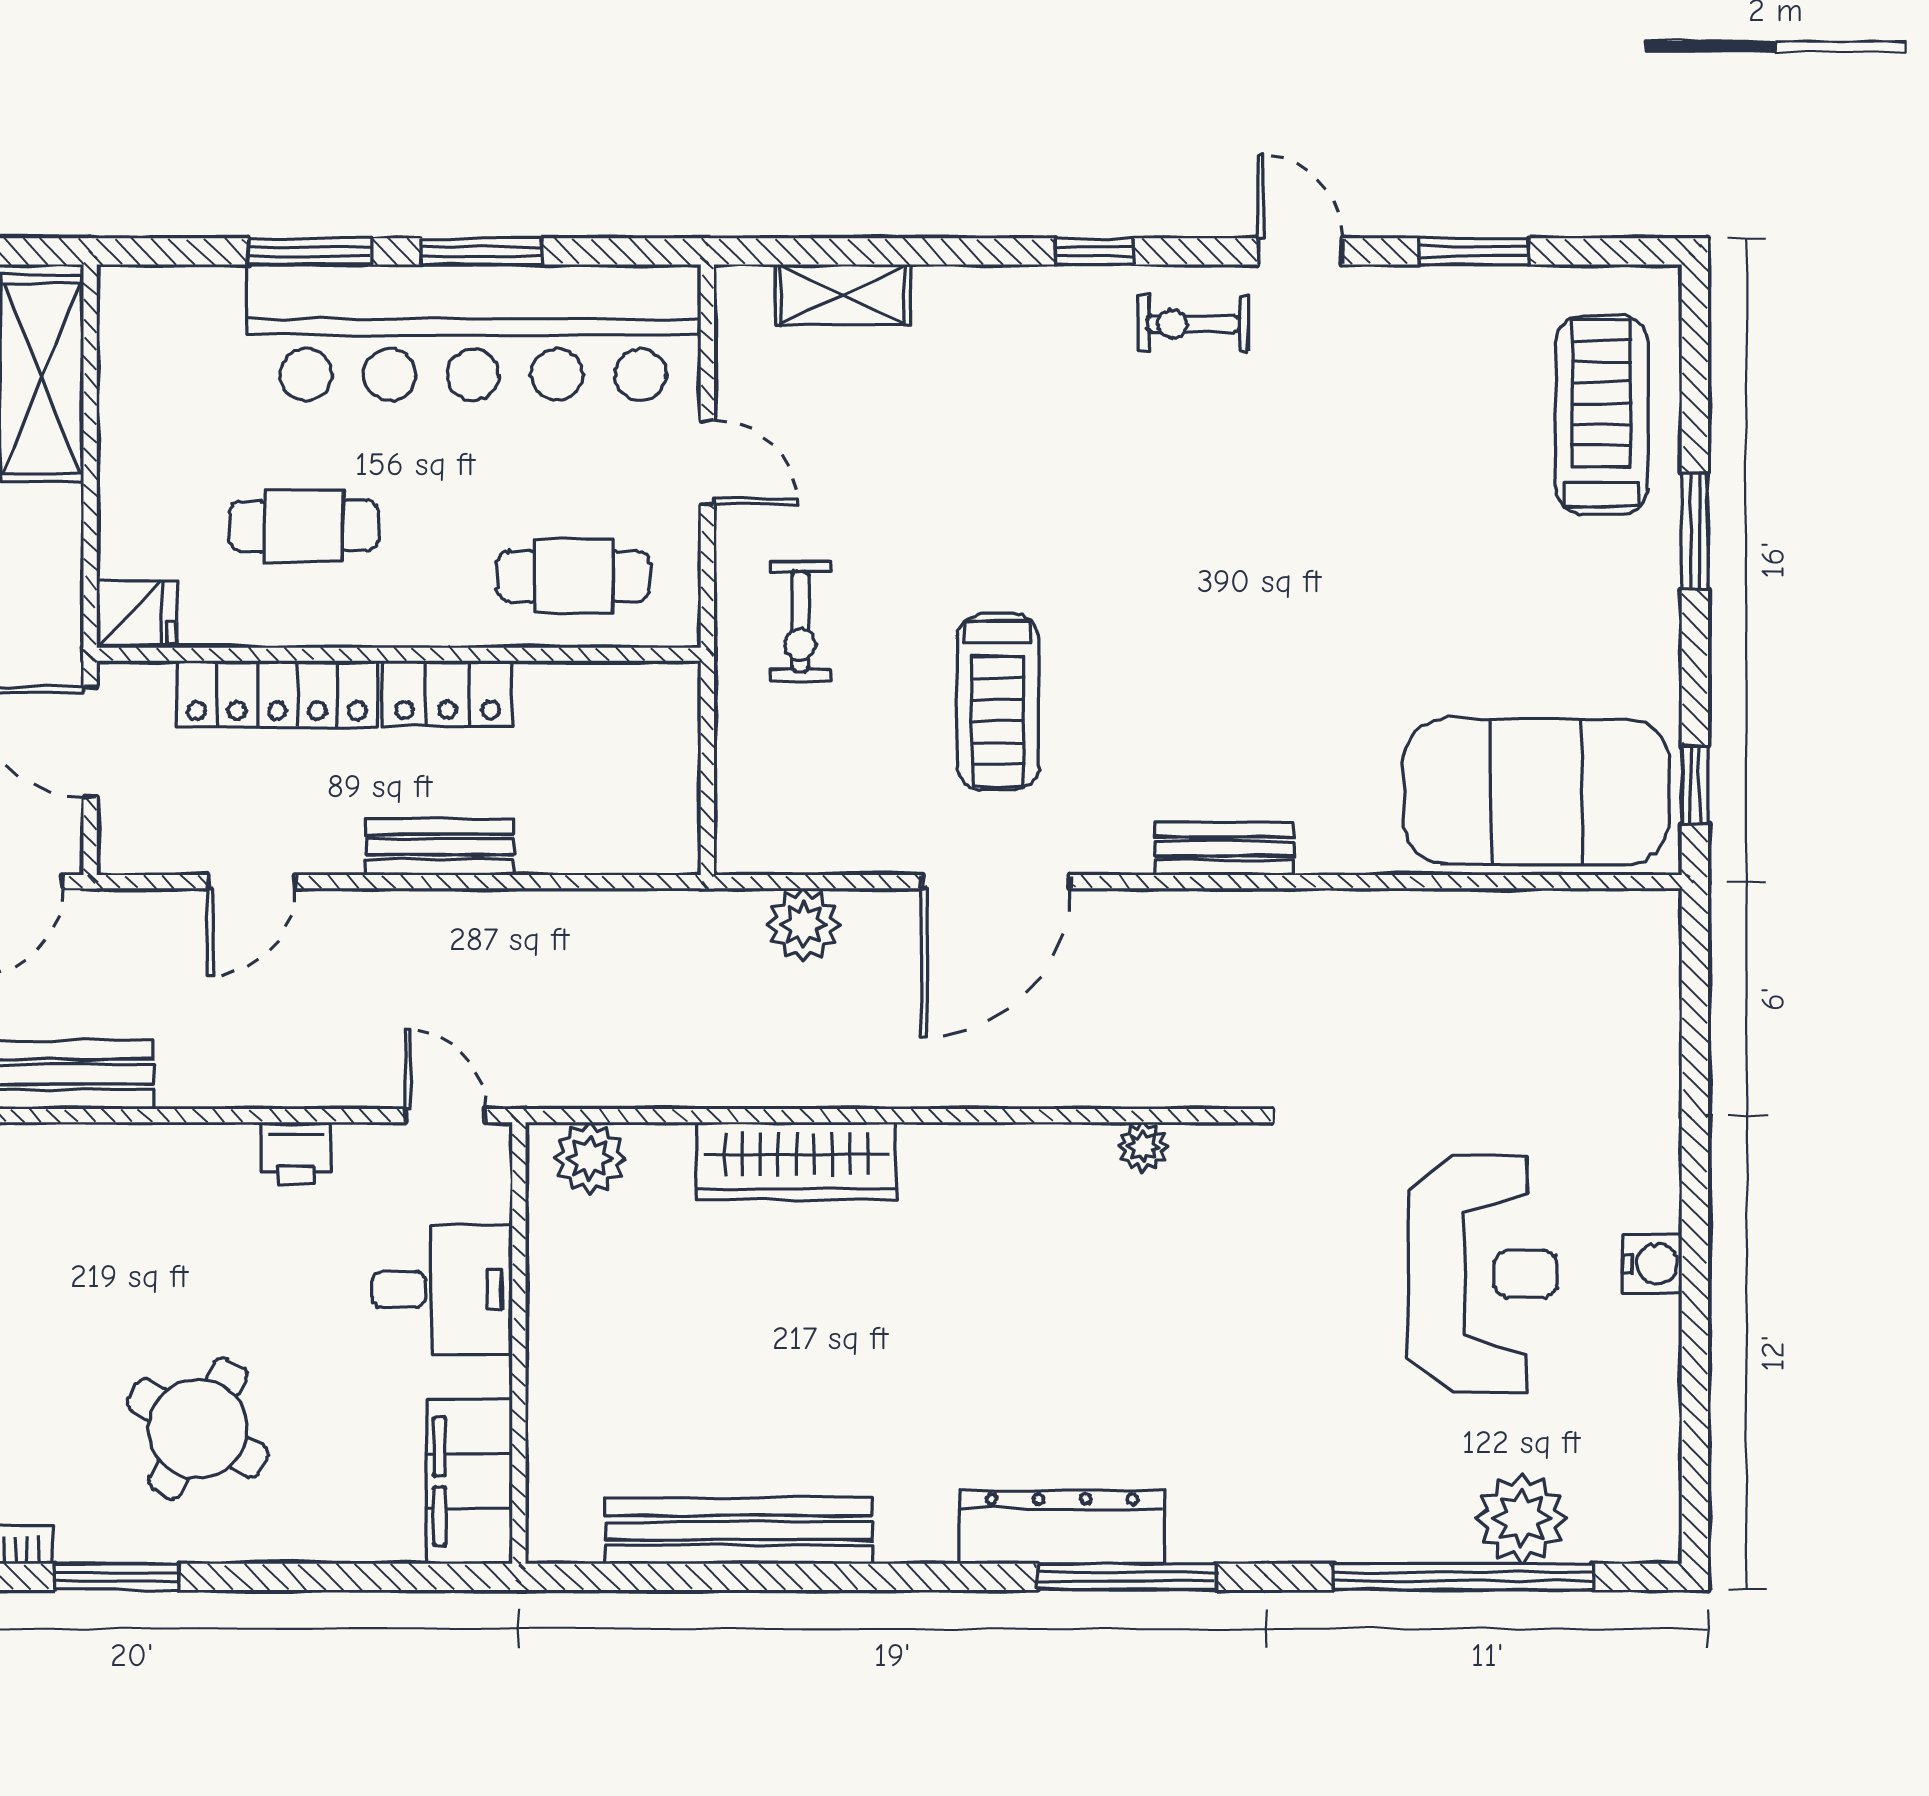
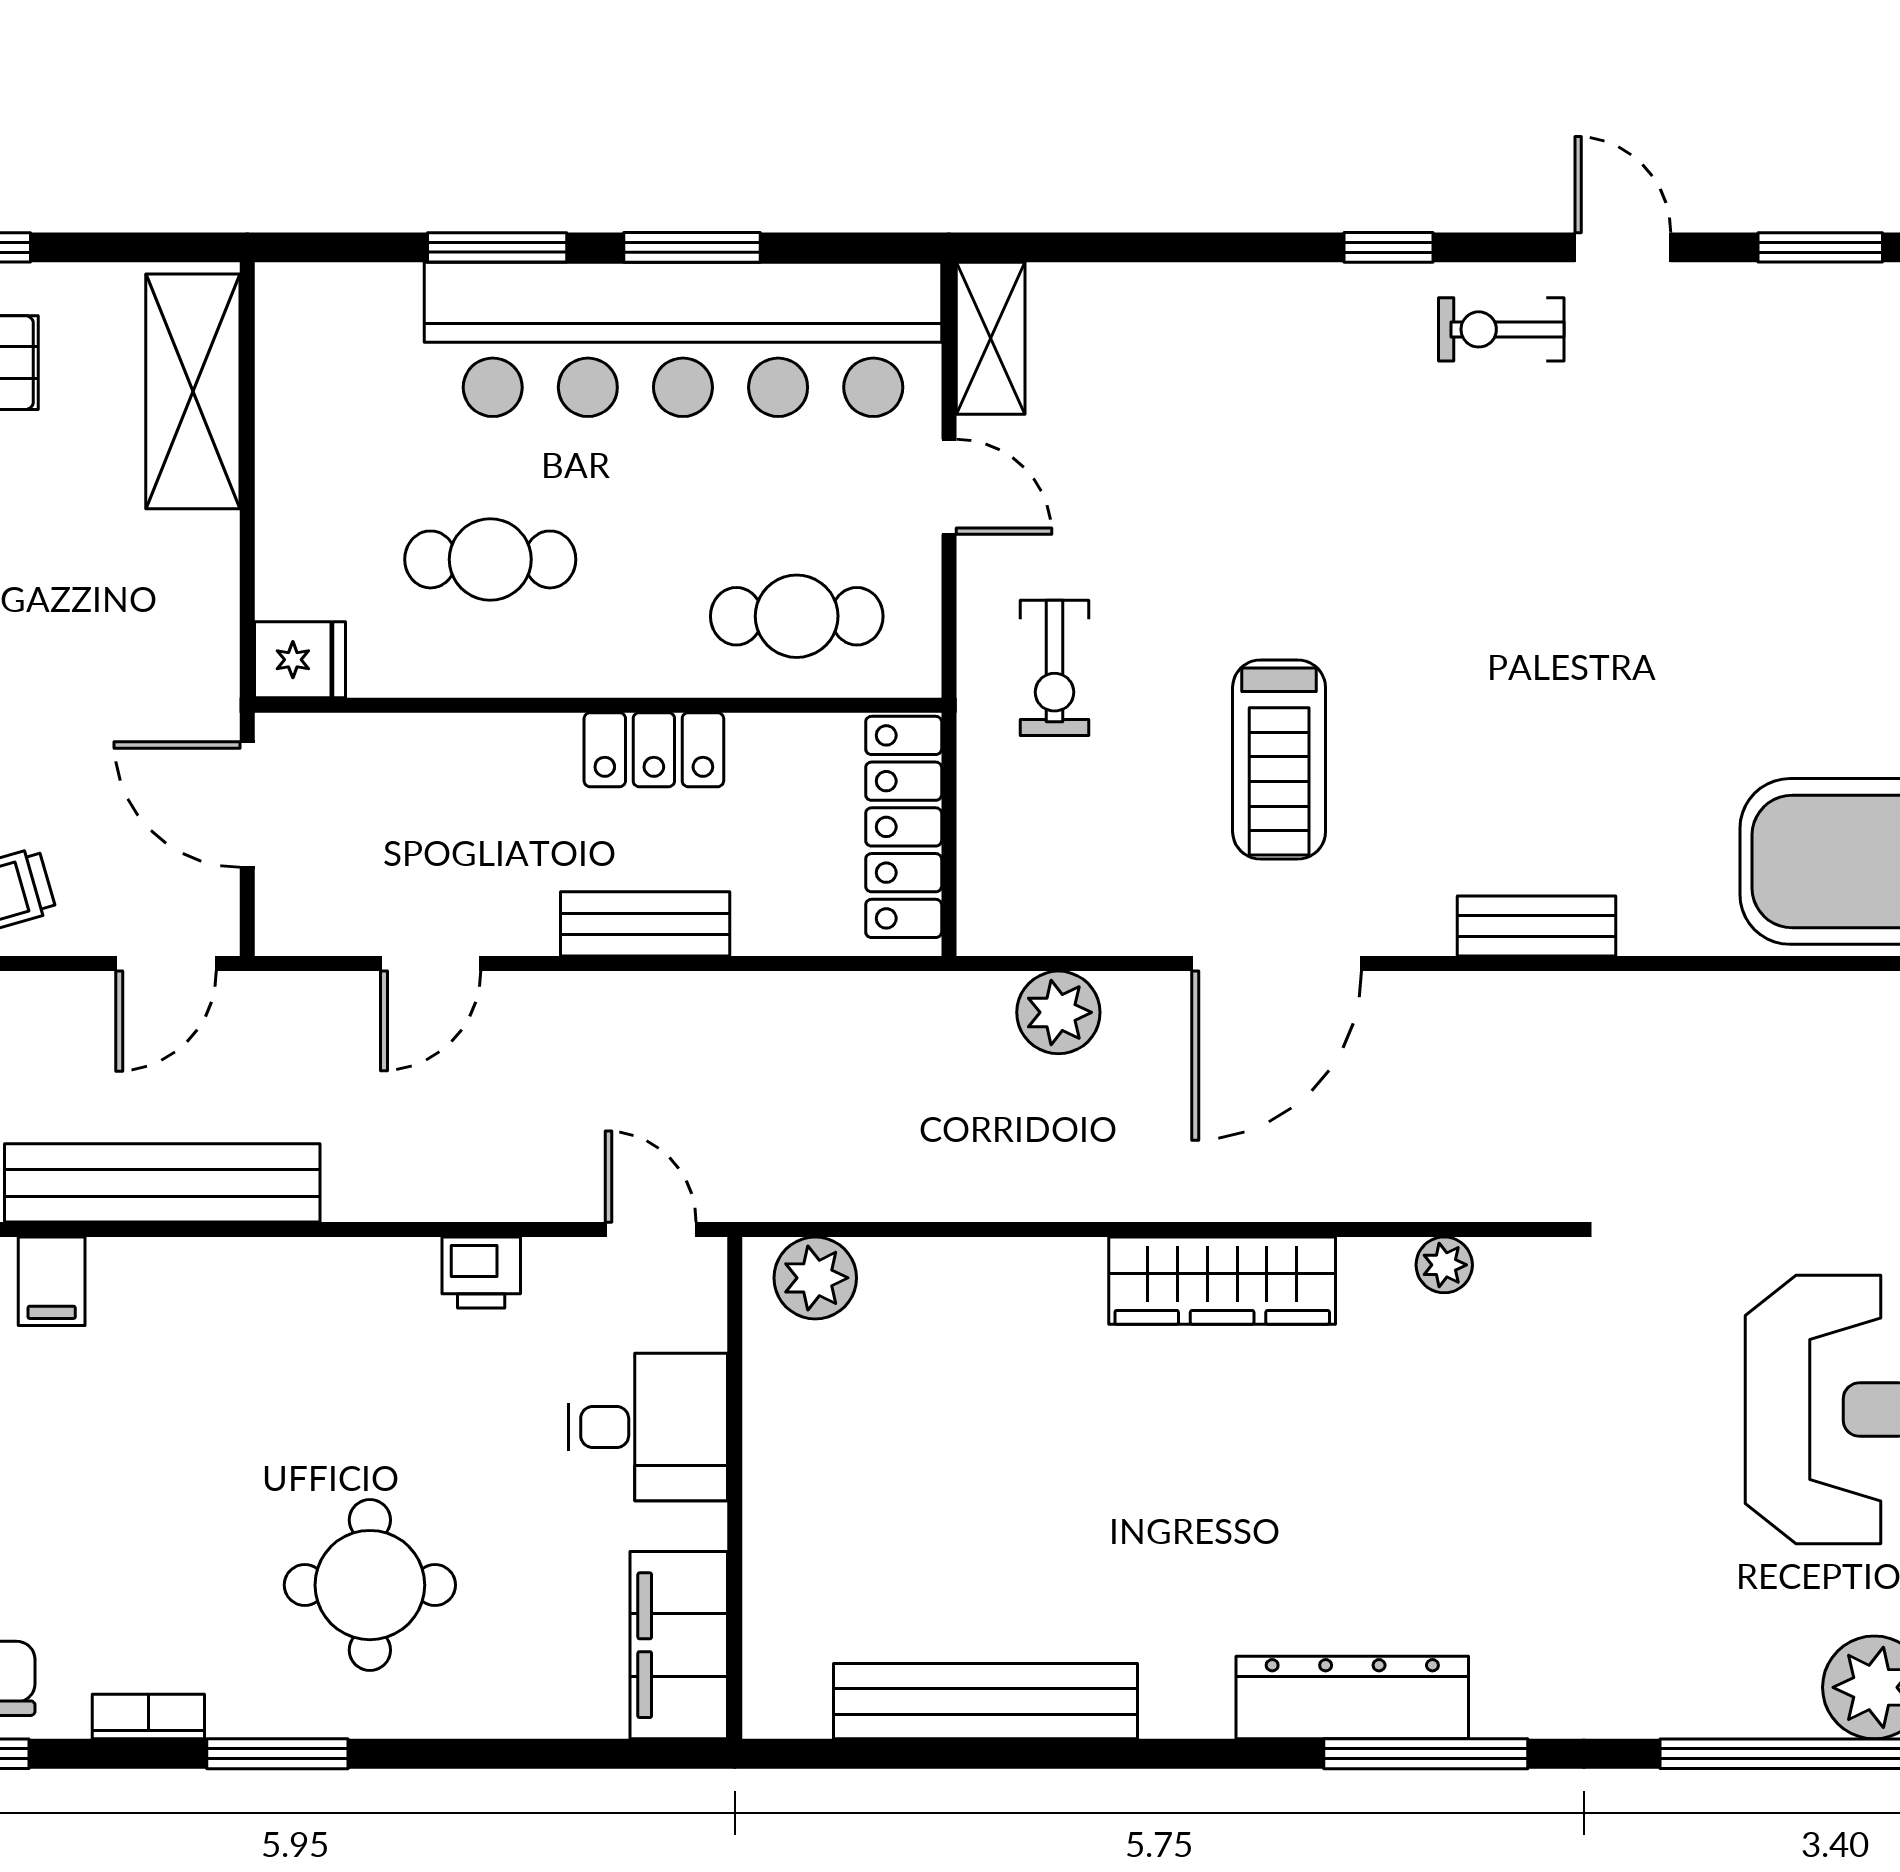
shelving: (843, 295) -> (991, 338), moved, turned 90
locker: (277, 694) -> (904, 827), moved, turned 90
wardrobe: (796, 1161) -> (1222, 1281), moved
round table: (198, 1428) -> (370, 1585), turned -30

